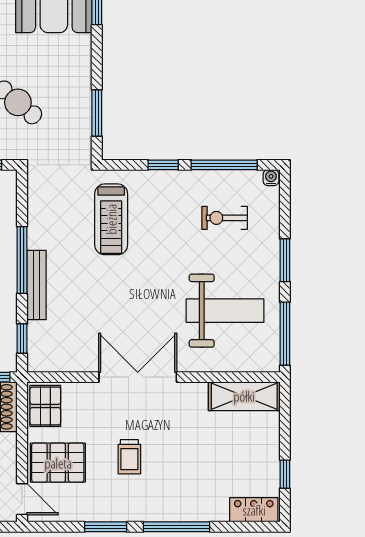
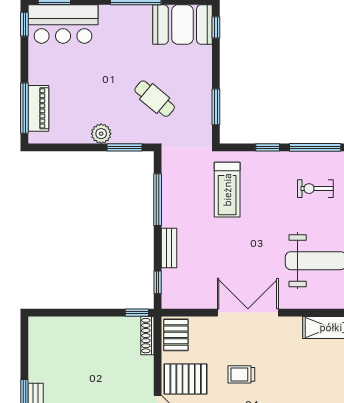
window: (22, 260) -> (158, 200), moved
bench: (37, 285) -> (169, 248), width x0.73
trolley: (129, 457) -> (241, 374), turned 90

